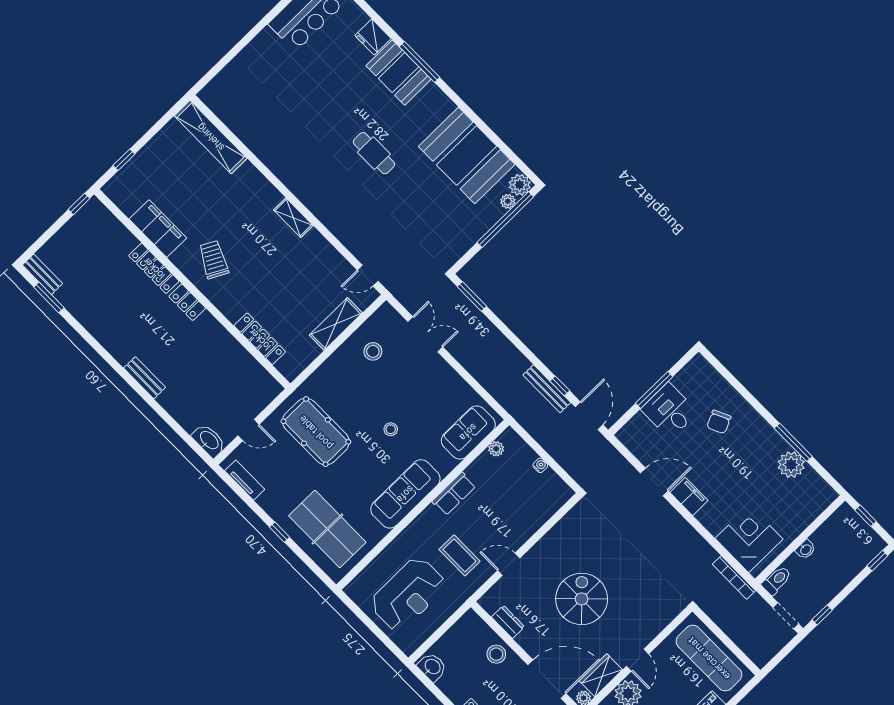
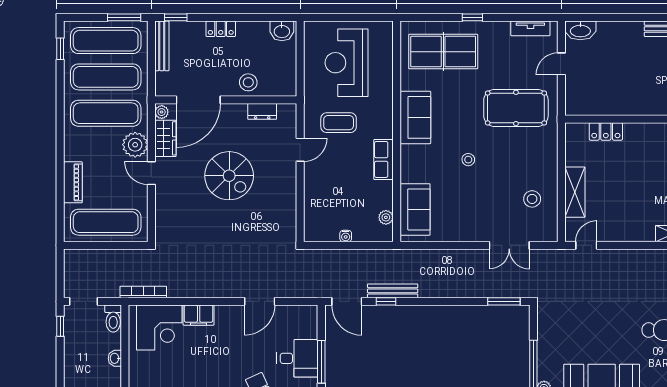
locker: (260, 339) -> (606, 131), width x0.66
sofa: (405, 494) -> (415, 117), width x0.73
filing cabinet: (689, 496) -> (199, 315), moved

